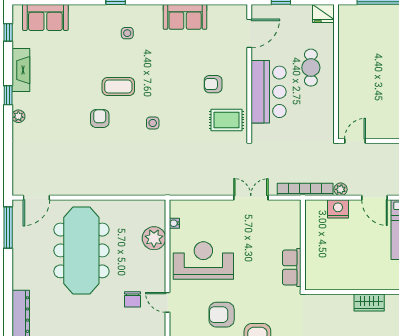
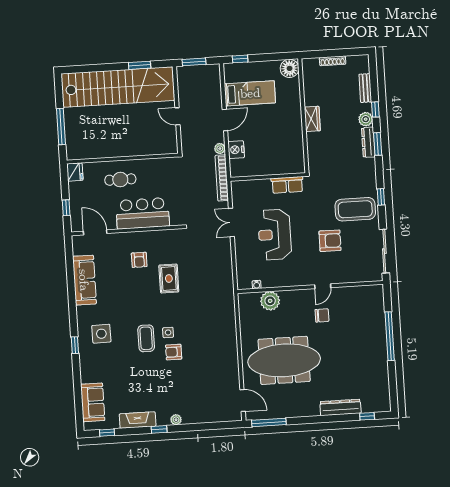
sofa: (185, 17) -> (84, 280), width x1.36
side table: (127, 33) -> (101, 334), width x1.87, depth x1.87
rug: (227, 120) -> (169, 278), moved
side table: (153, 123) -> (168, 332), moved
door: (355, 141) -> (178, 116), moved
reception desk: (203, 260) -> (275, 235), moved
armchair: (222, 315) -> (330, 241), turned -90

